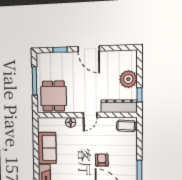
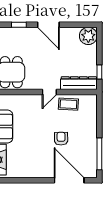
plant: (128, 79) -> (88, 36), moved
floor lamp: (71, 122) -> (29, 100), removed
coffee table: (126, 126) -> (68, 104), moved

